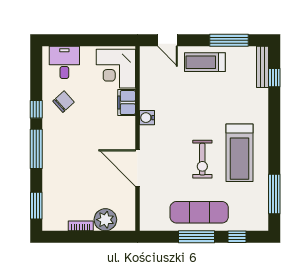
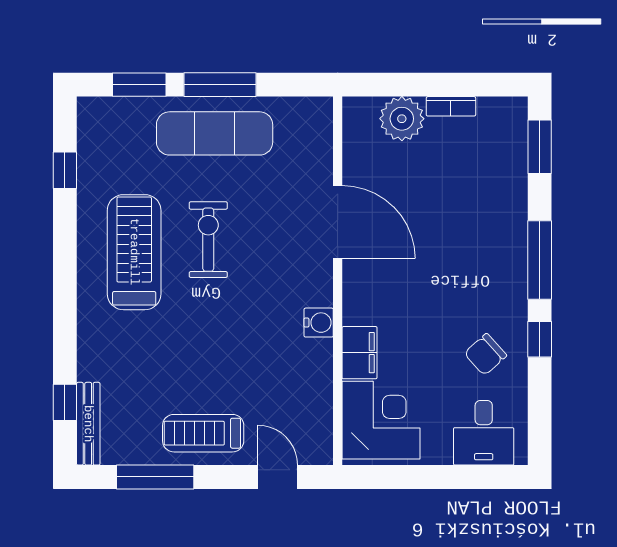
treadmill: (205, 62) -> (203, 433), turned 180
window: (274, 194) -> (65, 170), width x0.46
window: (237, 237) -> (139, 85), width x1.50

